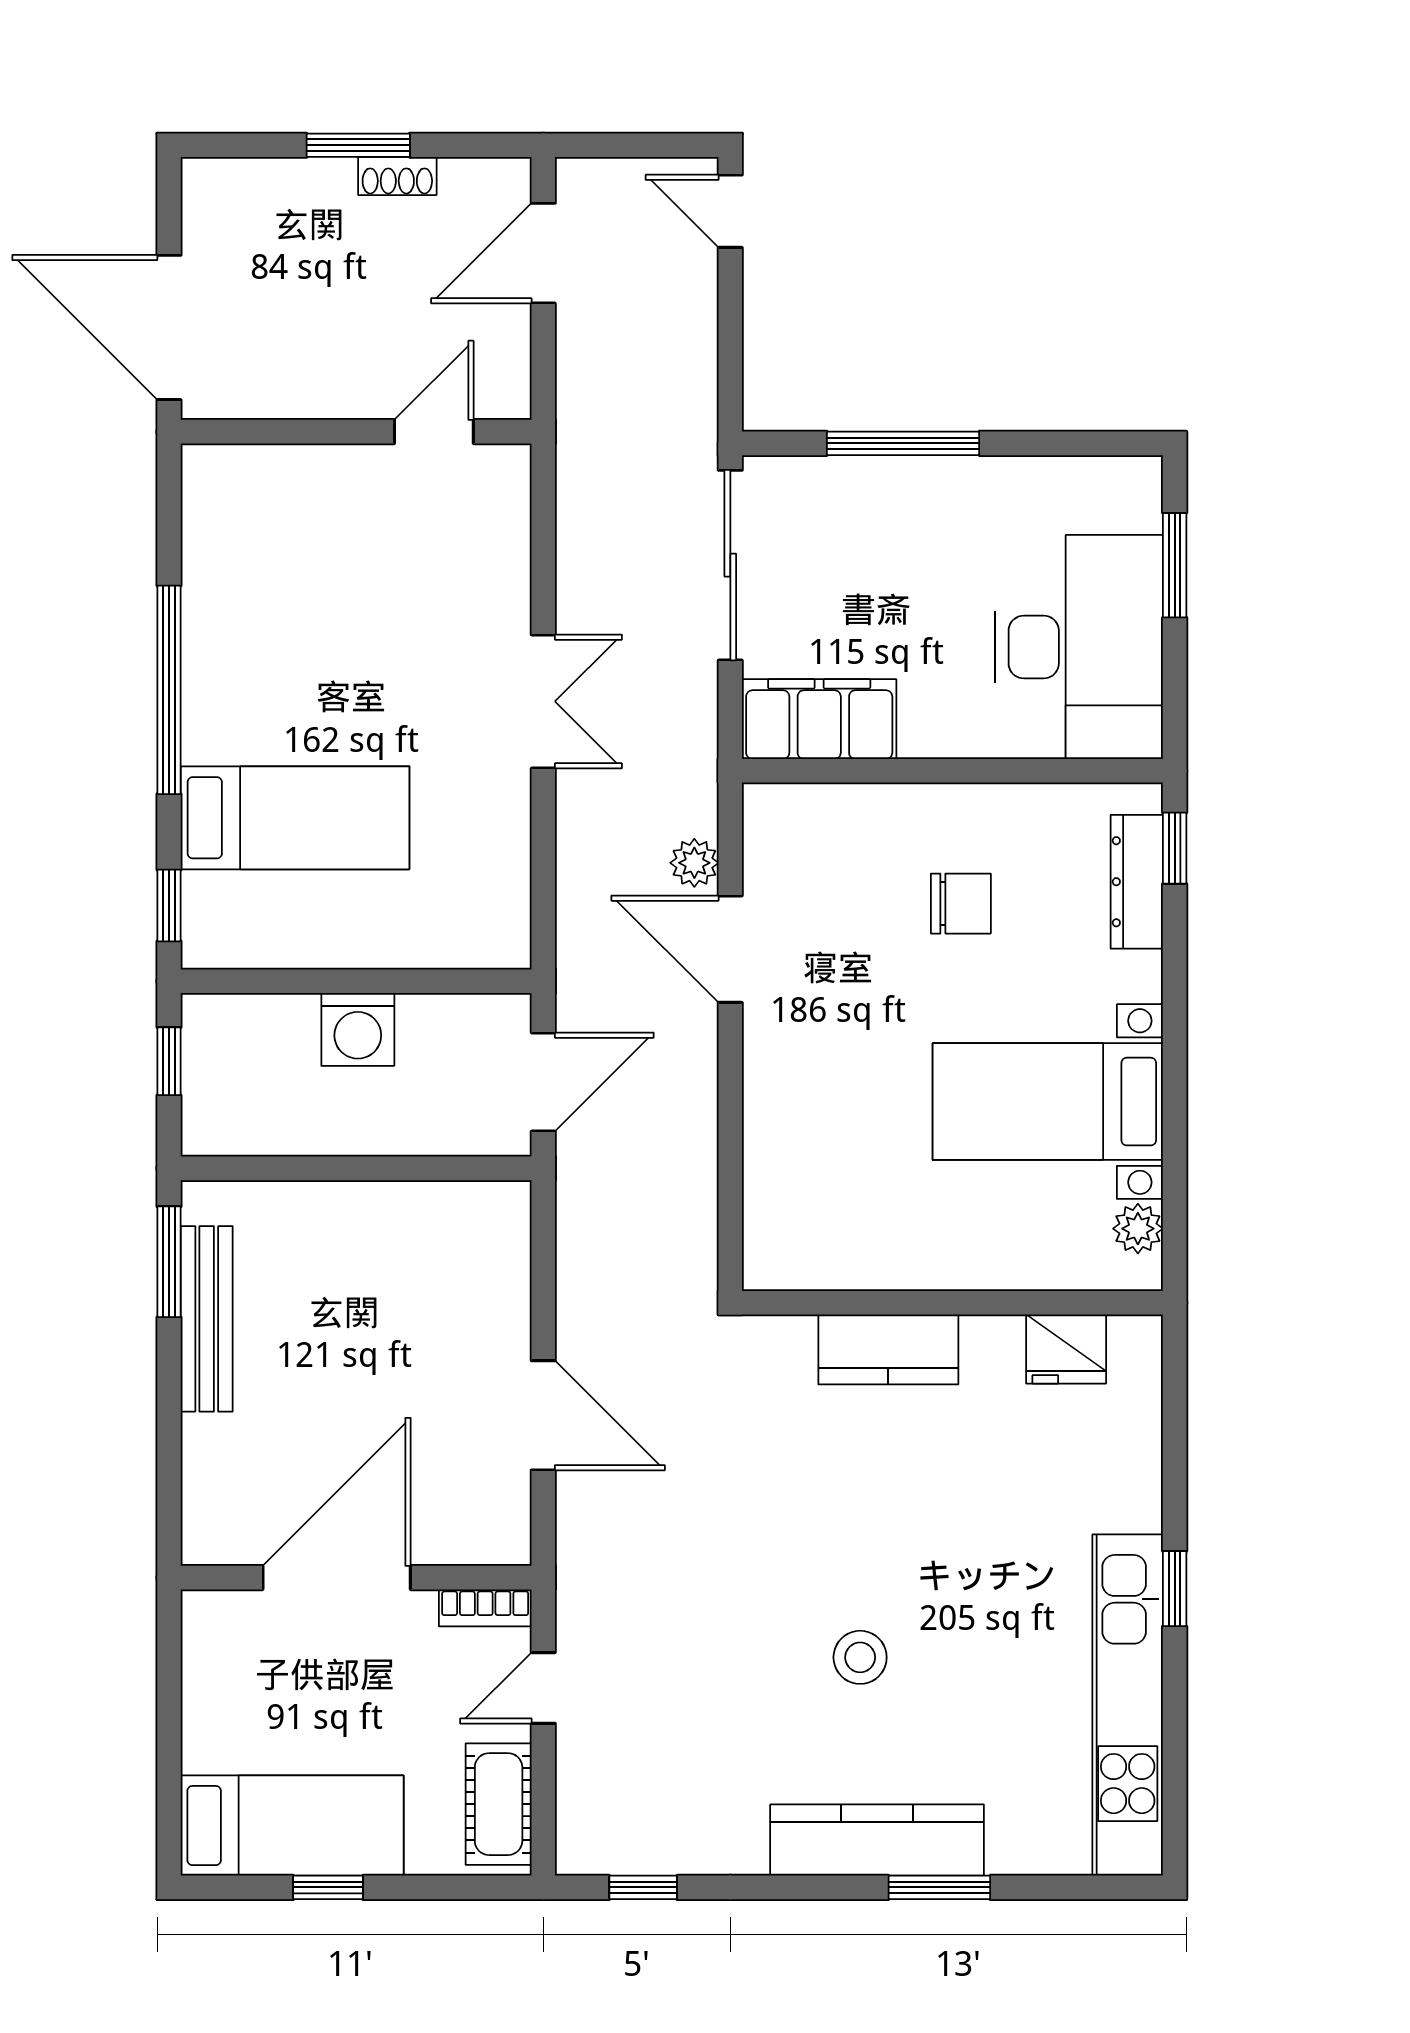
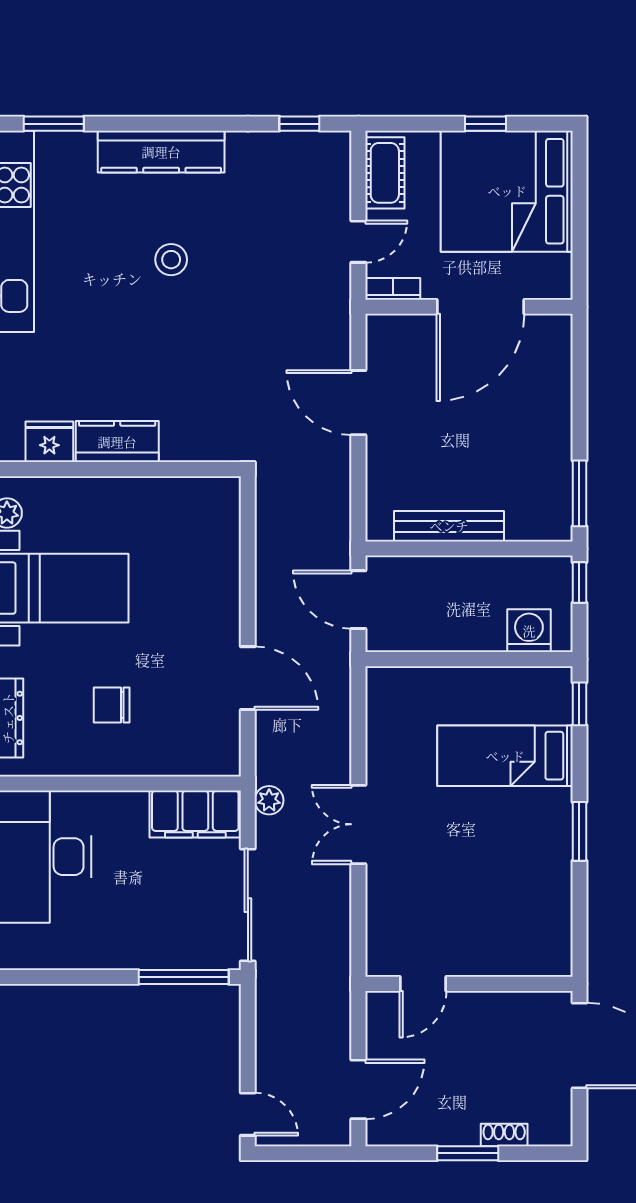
shoe rack: (397, 176) -> (504, 1135), moved
window: (903, 443) -> (184, 977), moved
window: (169, 690) -> (579, 831), width x0.47
plant: (694, 863) -> (269, 800), moved
washing machine: (358, 1029) -> (529, 631), moved
window: (169, 1061) -> (579, 583), moved
door: (543, 1082) -> (358, 600), hinge flipped
bench: (207, 1319) -> (449, 526), moved, turned 90
kitchen counter: (888, 1349) -> (117, 442), moved
bed: (292, 1826) -> (507, 191), width x2.04
window: (939, 1887) -> (54, 124), moved

